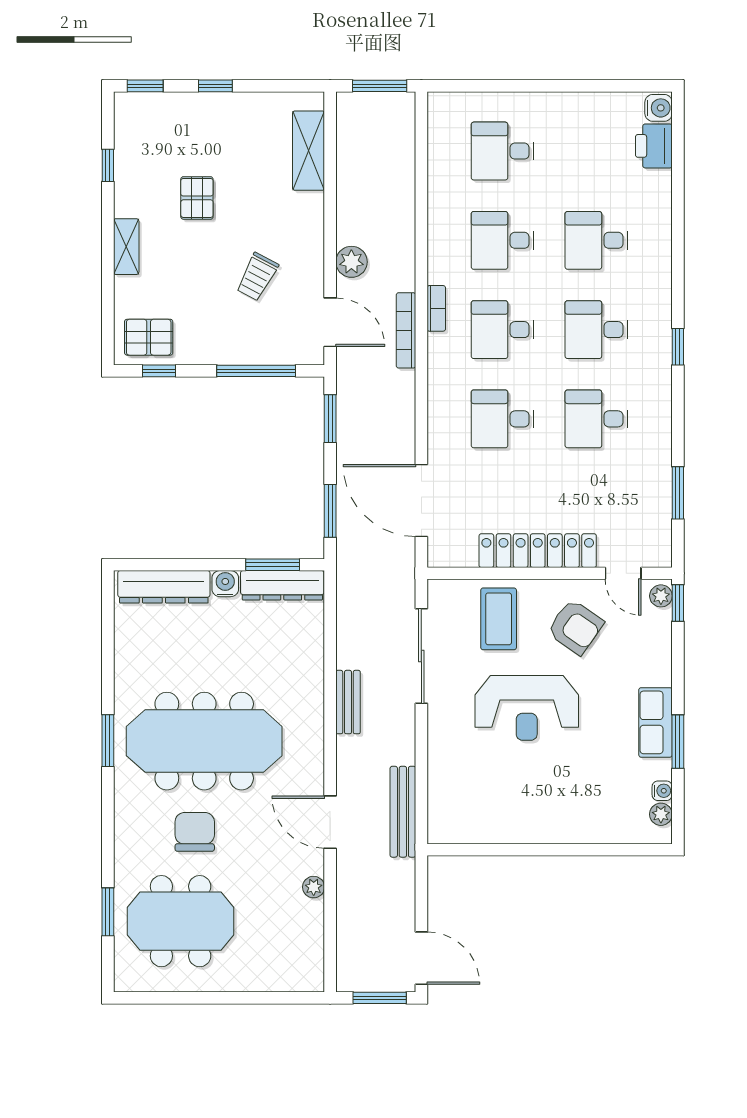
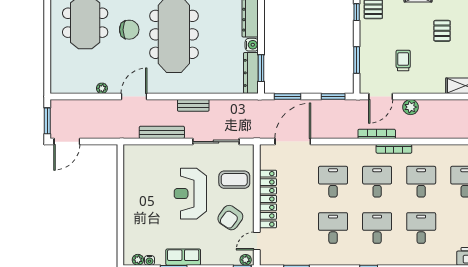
pallet: (197, 198) -> (442, 31), turned 90
trolley: (257, 277) -> (403, 60), turned 62
bookcase: (436, 308) -> (394, 149), width x1.56
window: (256, 371) -> (357, 60), width x0.69
bench: (403, 812) -> (162, 132), moved

